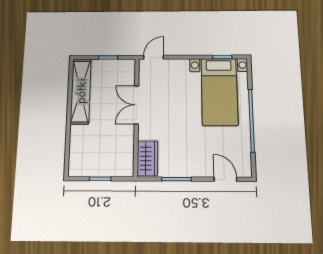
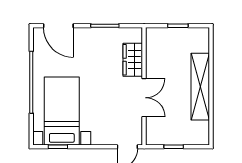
shelving: (81, 91) -> (200, 87), moved
wardrobe: (147, 158) -> (133, 60), moved
door: (225, 179) -> (58, 26), width x1.38

